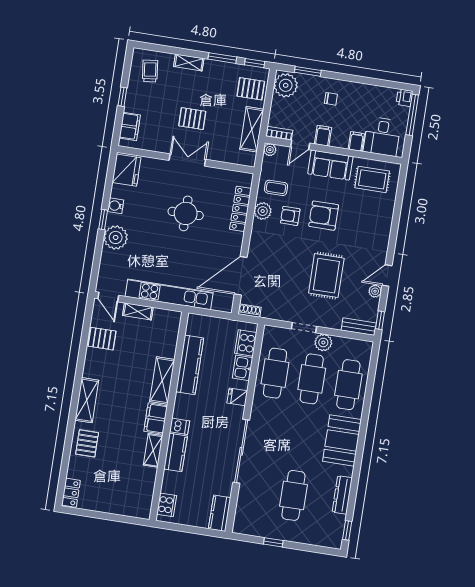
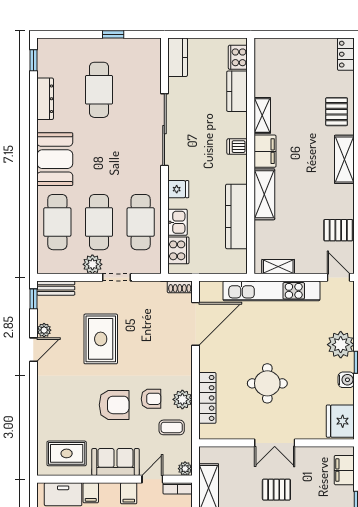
shelving: (138, 311) -> (278, 267), moved
kitchen counter: (176, 452) -> (237, 91), moved

